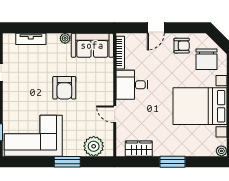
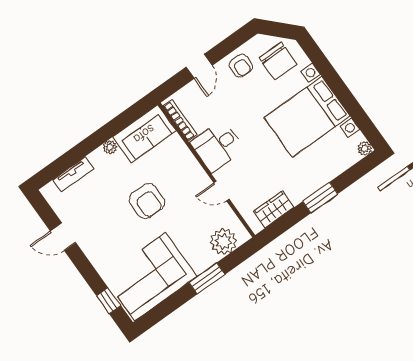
armchair: (182, 46) -> (241, 66), turned 90

